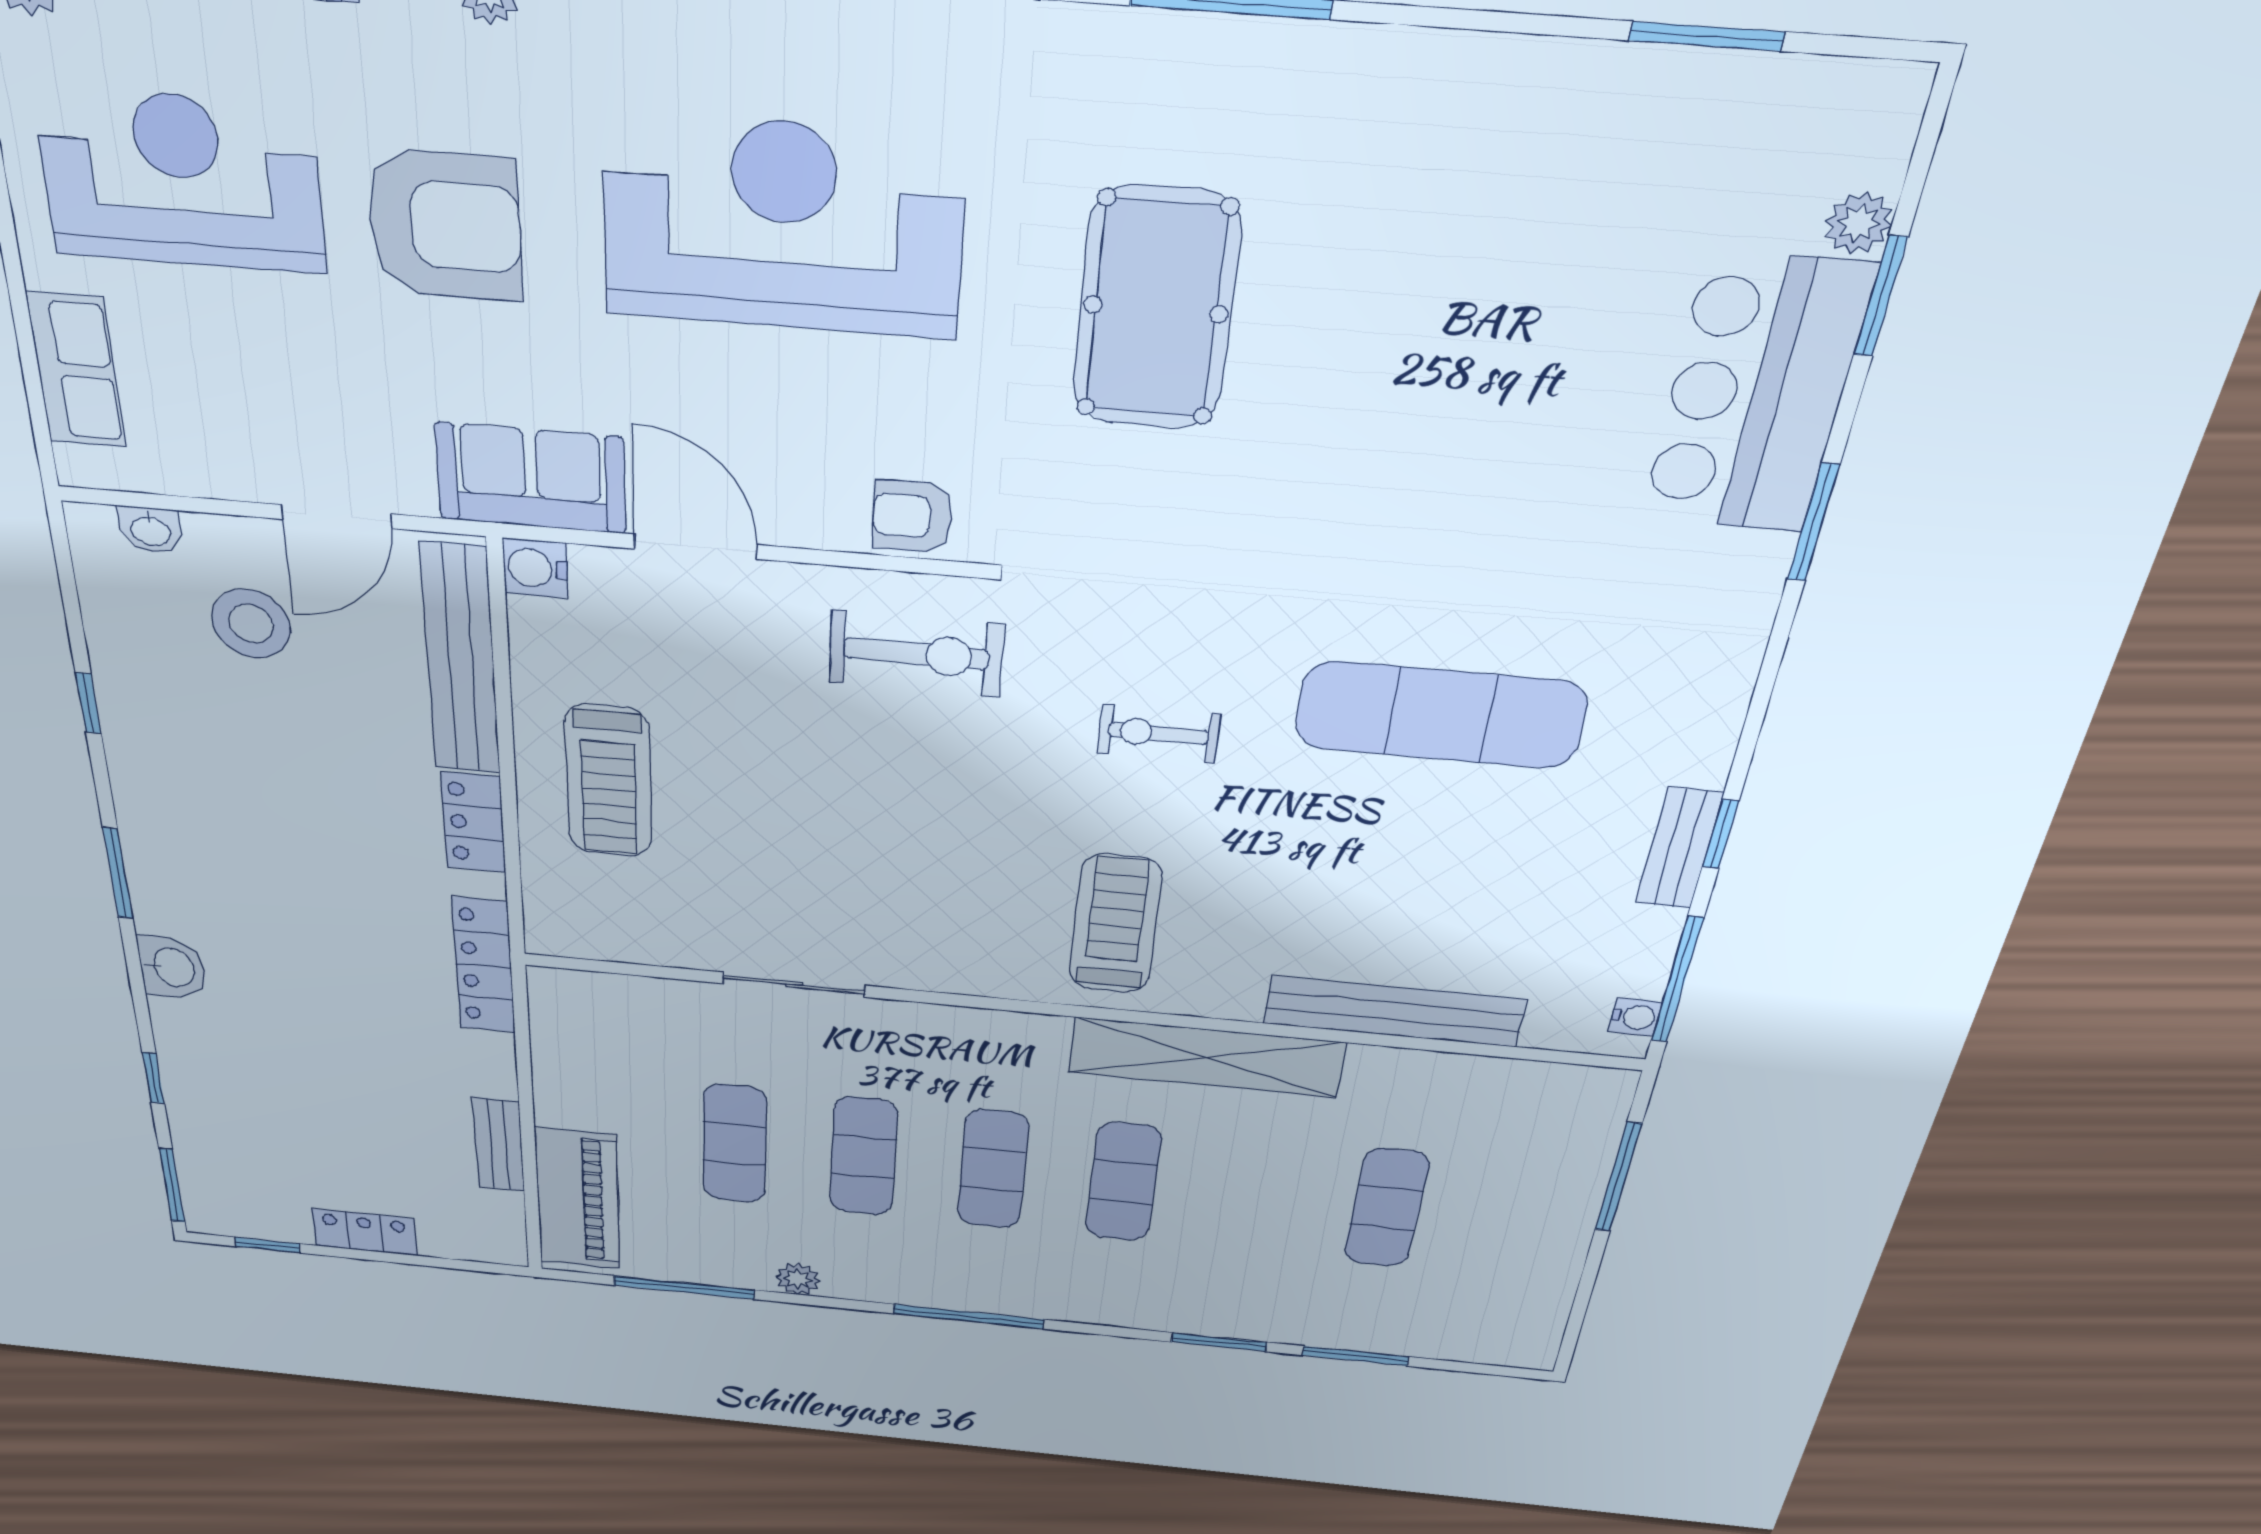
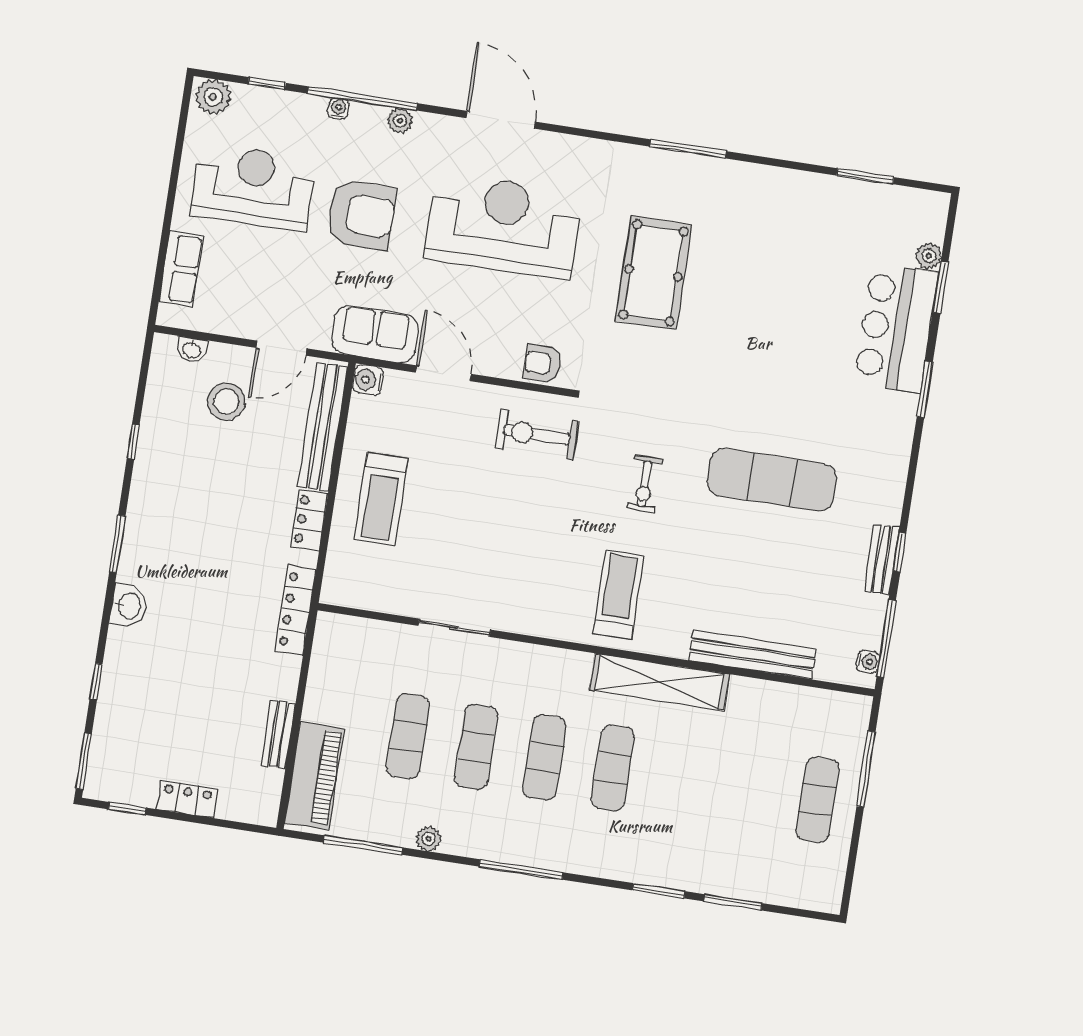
exercise bike: (916, 654) -> (537, 435), turned 180
exercise bike: (1158, 733) -> (645, 484), turned -90
exercise mat: (1386, 1208) -> (818, 800), moved

